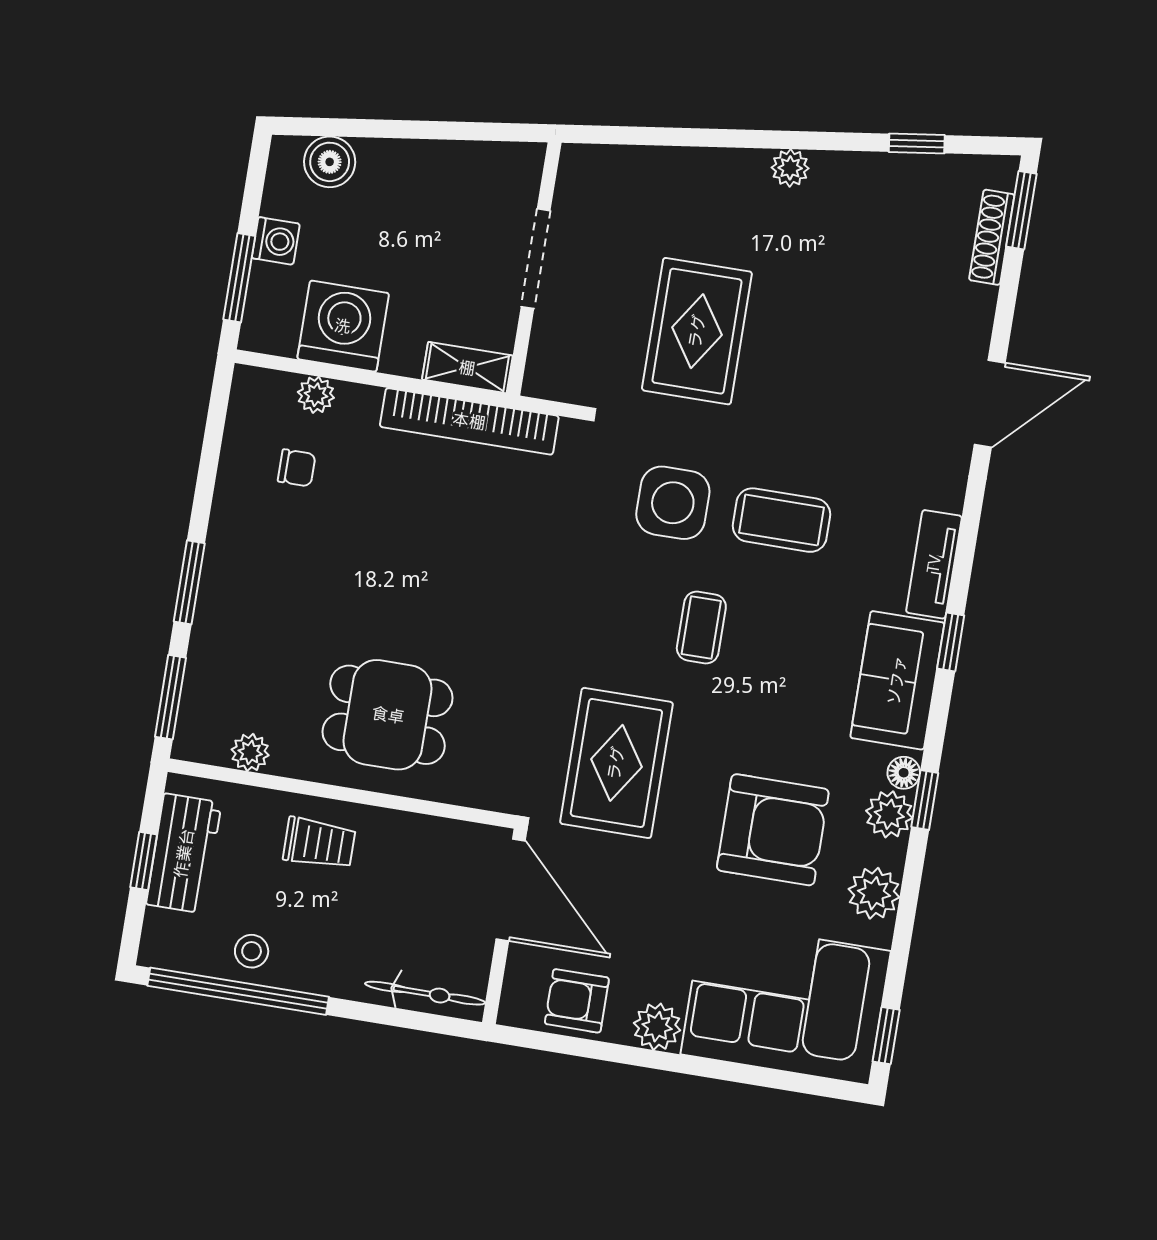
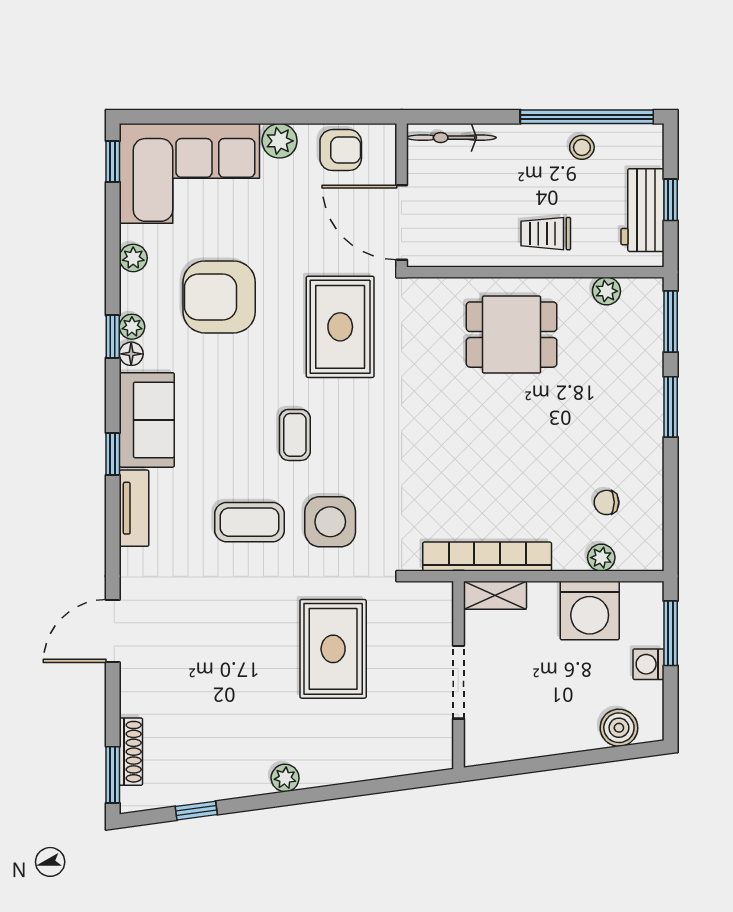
plant: (889, 814) -> (132, 327), width x0.73, depth x0.73
plant: (874, 893) -> (133, 258), width x0.73, depth x0.73

